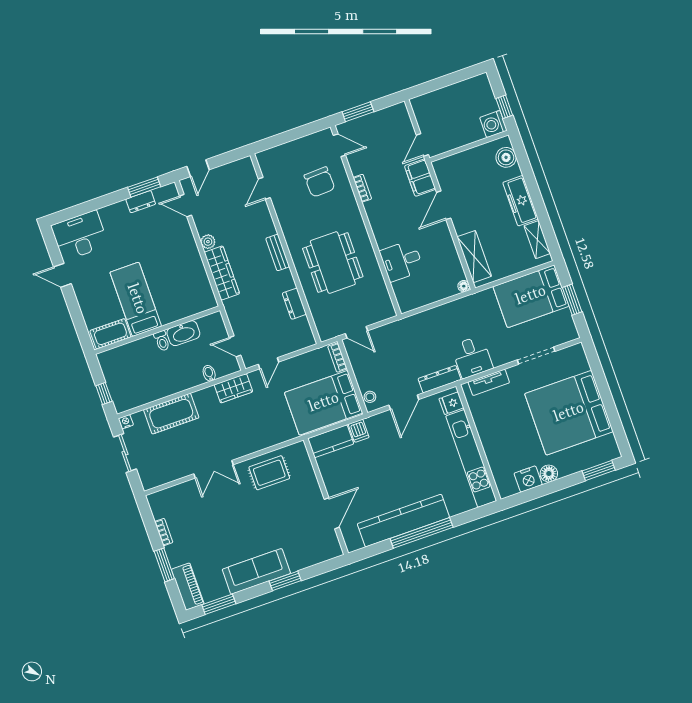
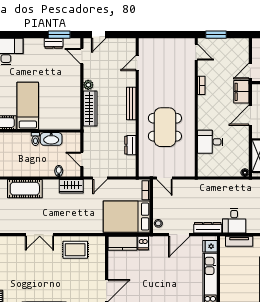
chair: (320, 182) -> (175, 72), removed
bench: (278, 253) -> (131, 104), width x1.36

